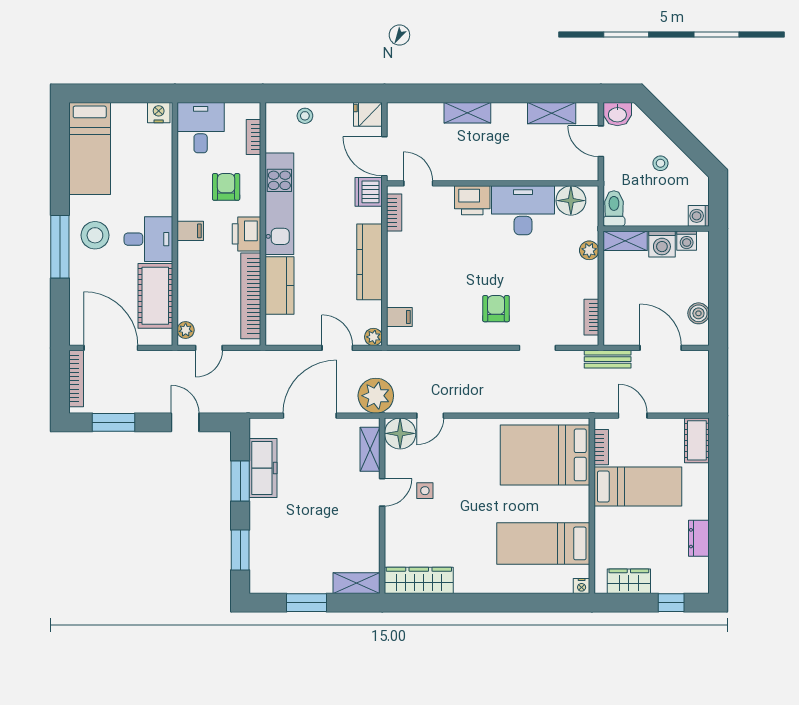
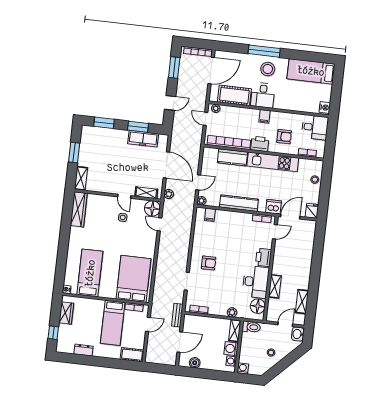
shelving: (467, 113) -> (275, 286), moved
plant: (376, 396) -> (169, 194), width x0.53, depth x0.53

